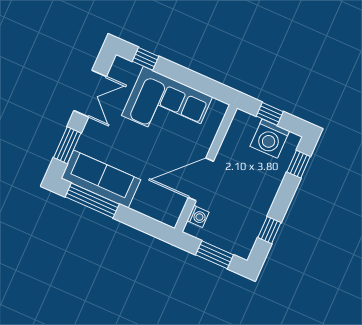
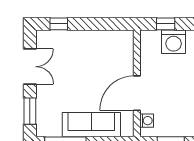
corner sofa: (167, 106) -> (89, 51), removed
sofa: (101, 179) -> (91, 125), moved

